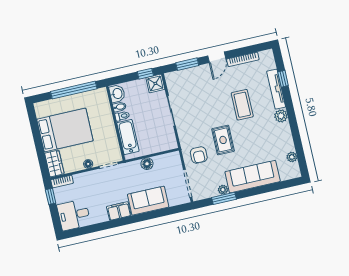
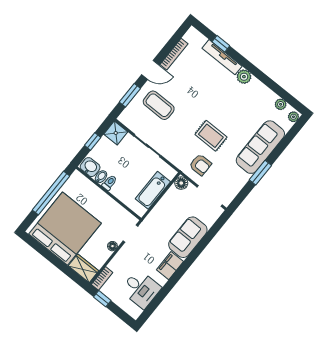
door: (217, 57) -> (150, 70), hinge flipped
window: (145, 74) -> (93, 141), moved
coffee table: (242, 105) -> (159, 105), moved
bed: (65, 130) -> (65, 229), width x1.36
bathtub: (128, 137) -> (153, 190), moved, turned -90
floor lamp: (147, 164) -> (181, 183), moved
plant: (223, 190) -> (293, 117), moved
window: (224, 198) -> (260, 173), moved
desk: (74, 215) -> (141, 289), moved, turned -90

